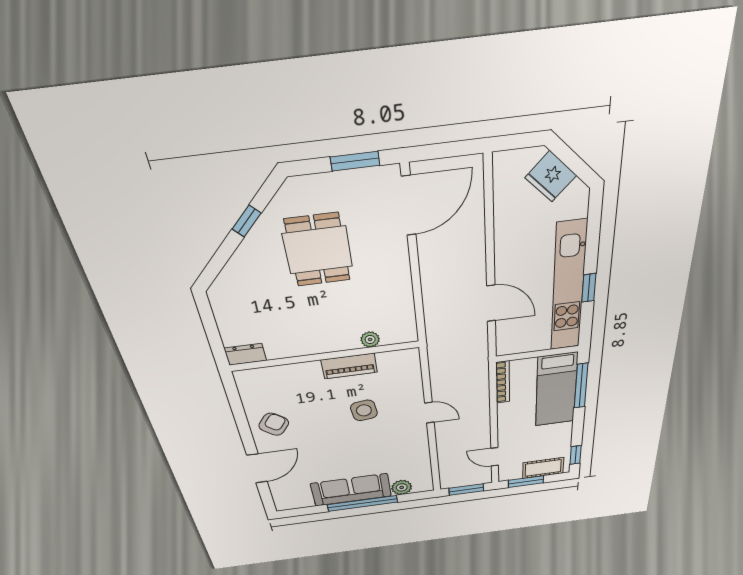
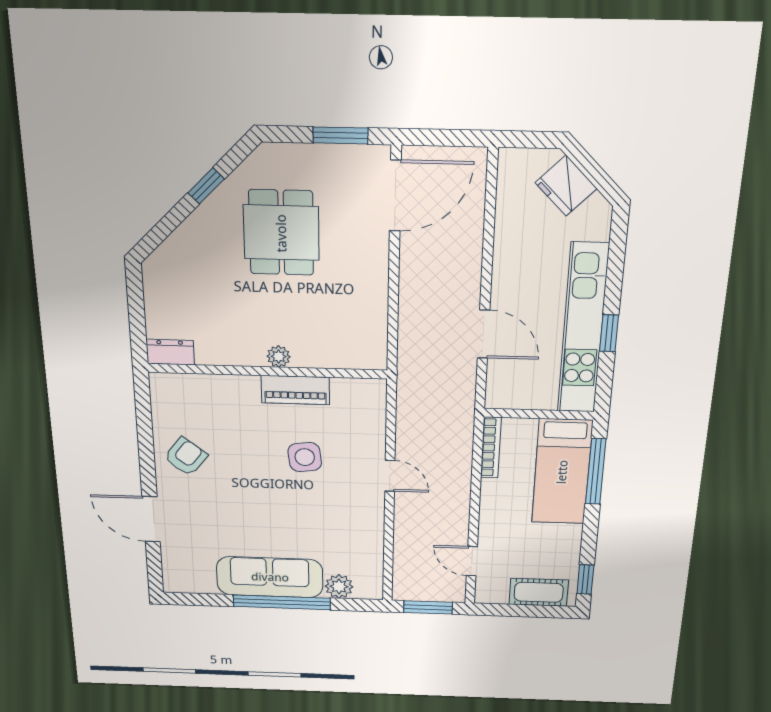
plant: (370, 339) -> (279, 356), moved
door: (257, 468) -> (151, 519), swing flipped
window: (526, 482) -> (513, 610), removed

